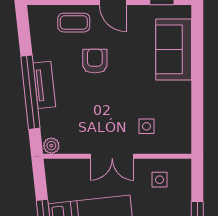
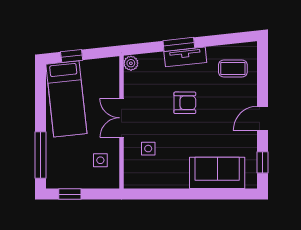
coffee table: (74, 23) -> (233, 68), moved, turned 90
armchair: (95, 61) -> (185, 103), moved
window: (30, 92) -> (179, 44), width x0.47

